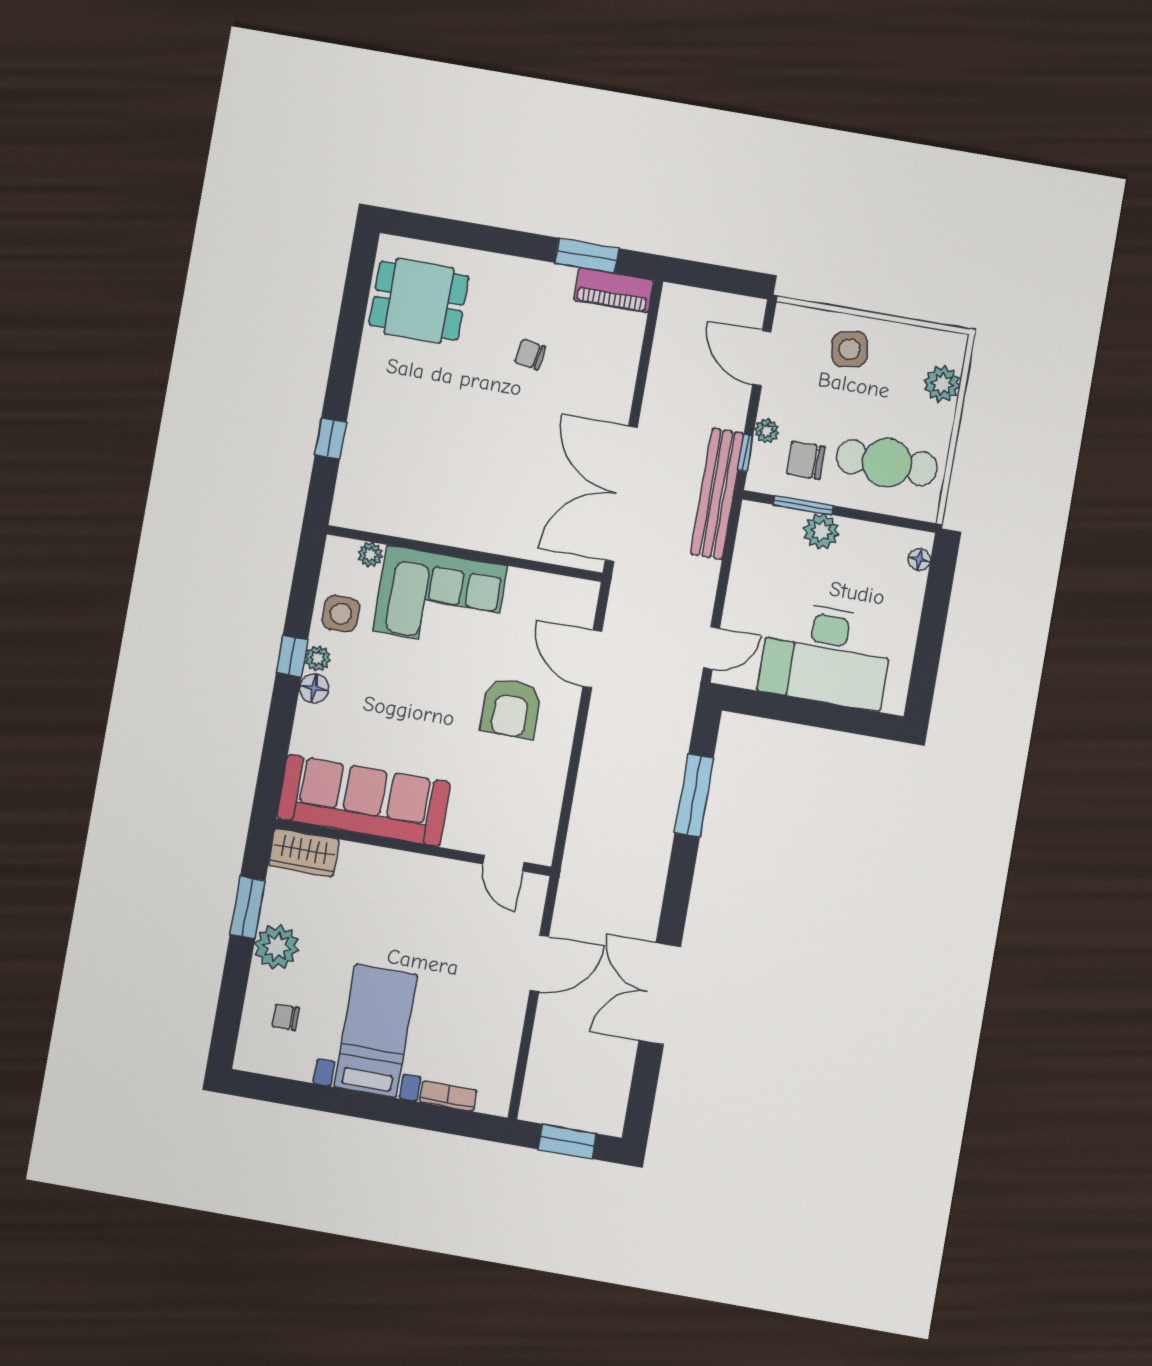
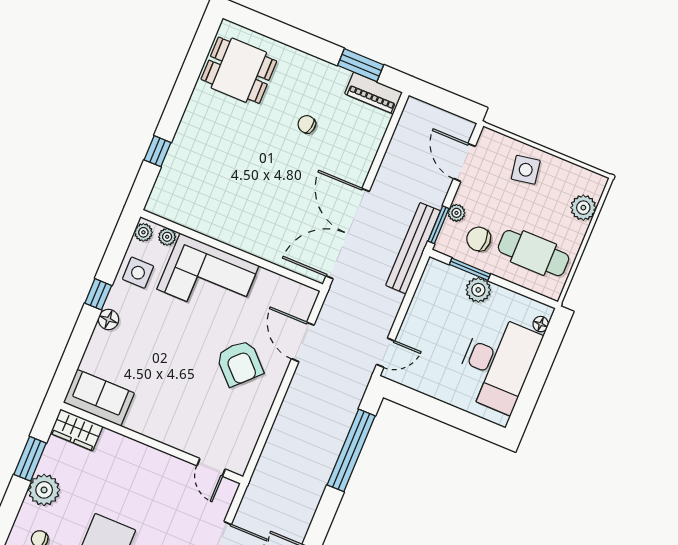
window: (745, 453) -> (439, 225), width x1.50
desk: (826, 655) -> (497, 363), moved, turned -90
plant: (318, 658) -> (143, 232), moved
armchair: (511, 708) -> (240, 363), turned -45
window: (694, 795) -> (351, 450), width x1.46
sofa: (363, 800) -> (99, 398), width x0.54, depth x0.79

